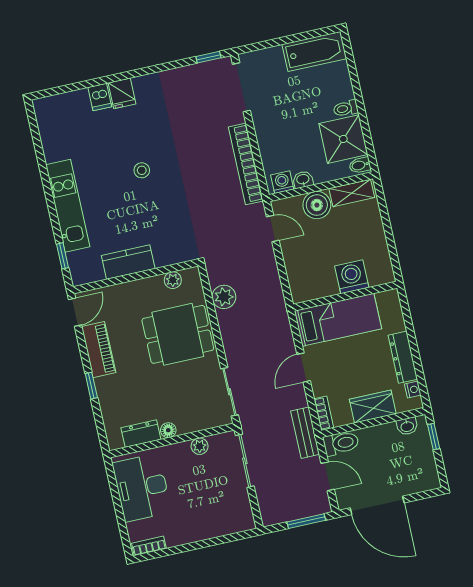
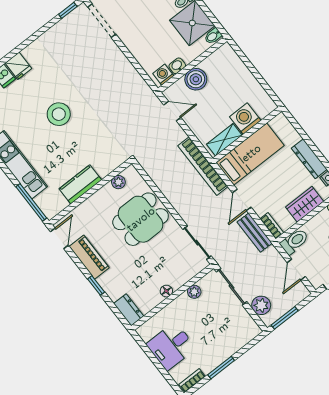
bookcase: (246, 164) -> (203, 166), moved
stool: (142, 170) -> (59, 114), width x1.89, depth x1.89
shelving: (352, 193) -> (224, 140), moved
window: (62, 256) -> (31, 202), width x2.17
plant: (224, 297) -> (261, 305), moved
bench: (305, 433) -> (255, 233), moved
dresser: (141, 434) -> (129, 310), moved, turned 90
door: (328, 476) -> (296, 270), swing flipped
desk: (142, 488) -> (171, 346), width x0.73
window: (306, 521) -> (285, 318), moved
window: (189, 547) -> (221, 368), added

